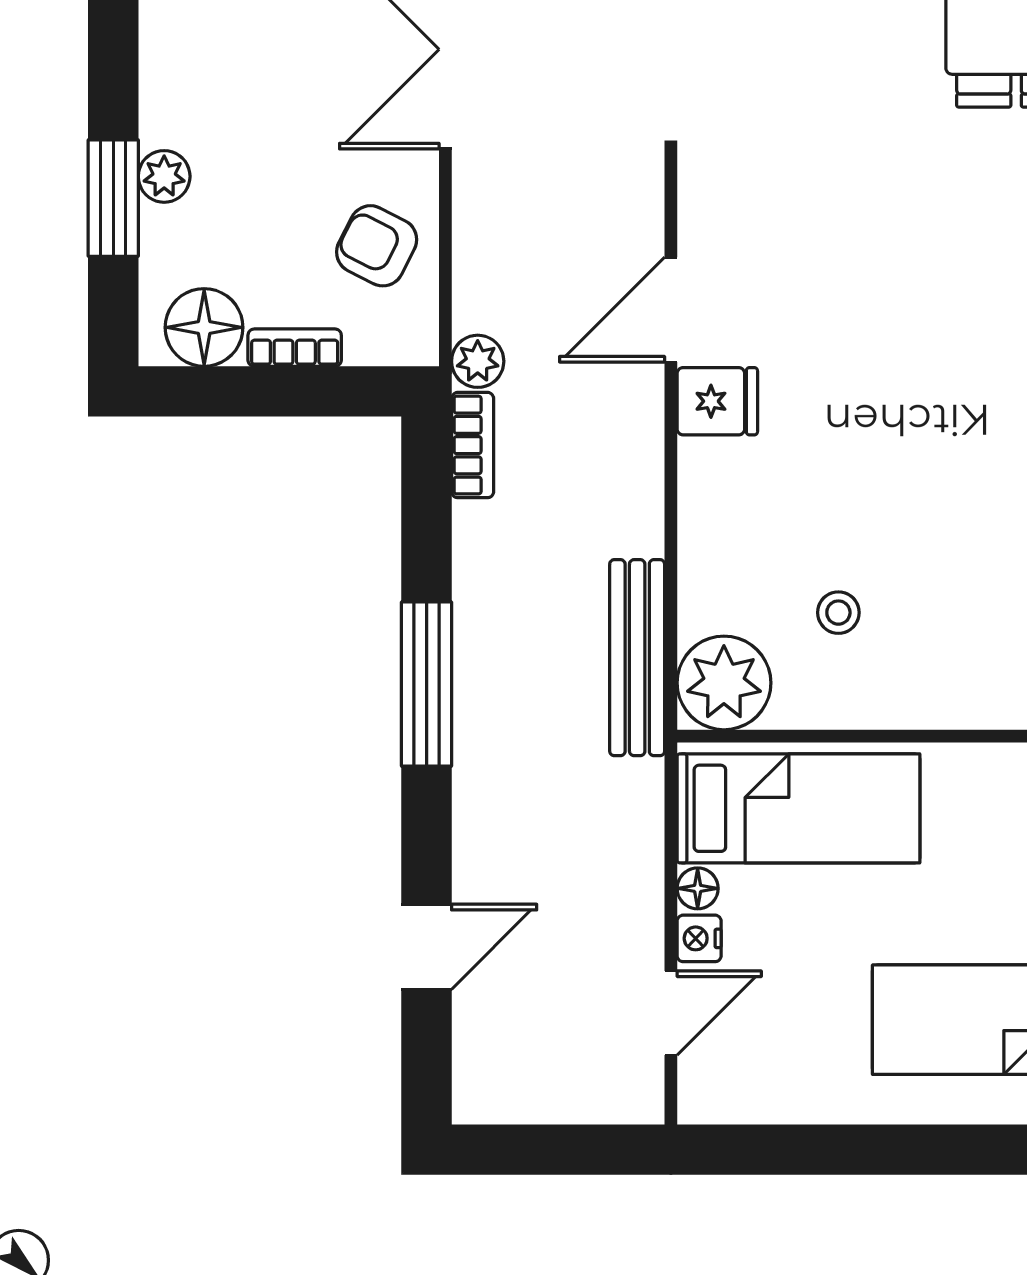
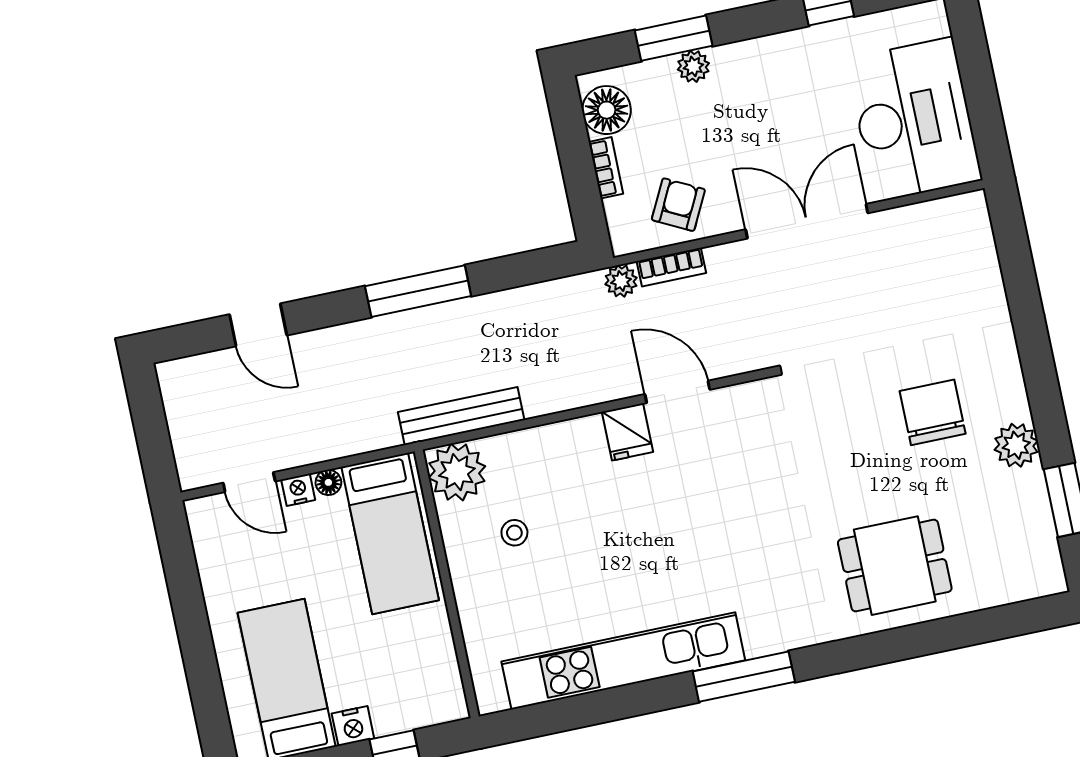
bookcase: (473, 445) -> (671, 267), moved

